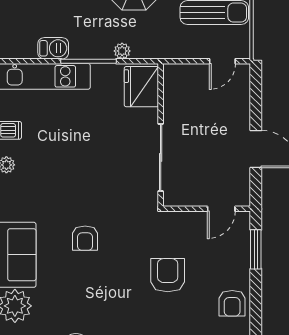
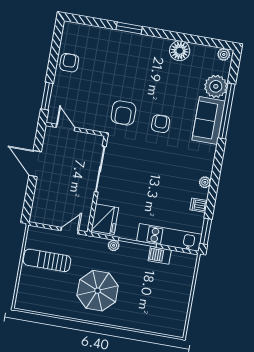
door: (222, 61) -> (70, 231), moved
door: (221, 209) -> (65, 127), hinge flipped
armchair: (168, 275) -> (123, 113), moved

